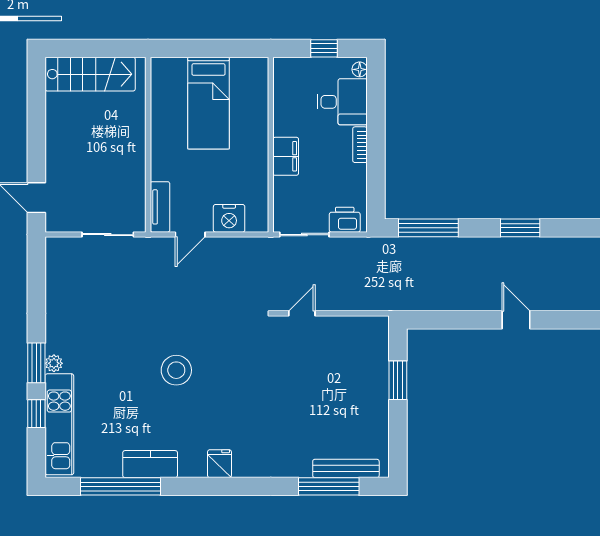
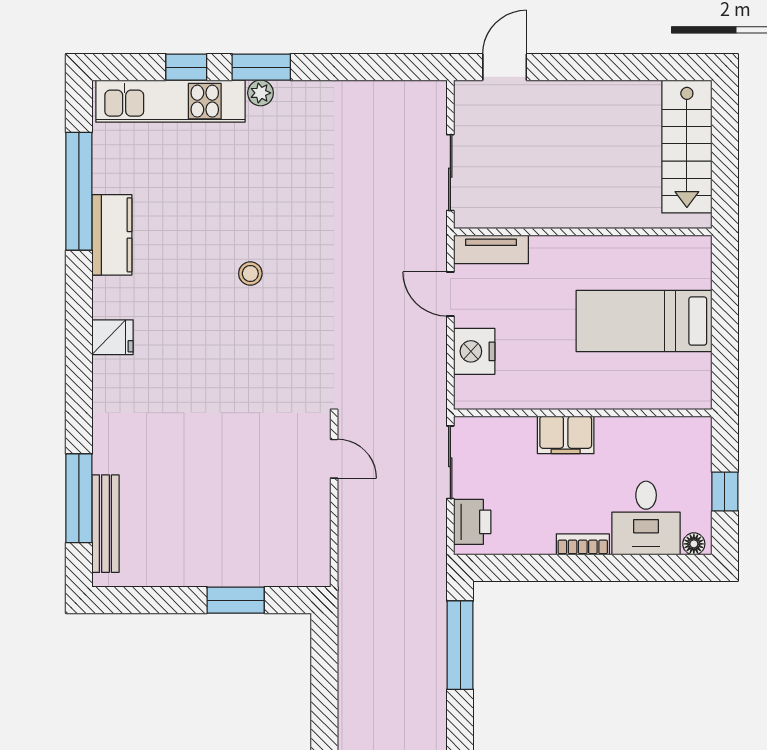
stool: (176, 370) -> (250, 274), width x0.53, depth x0.53

